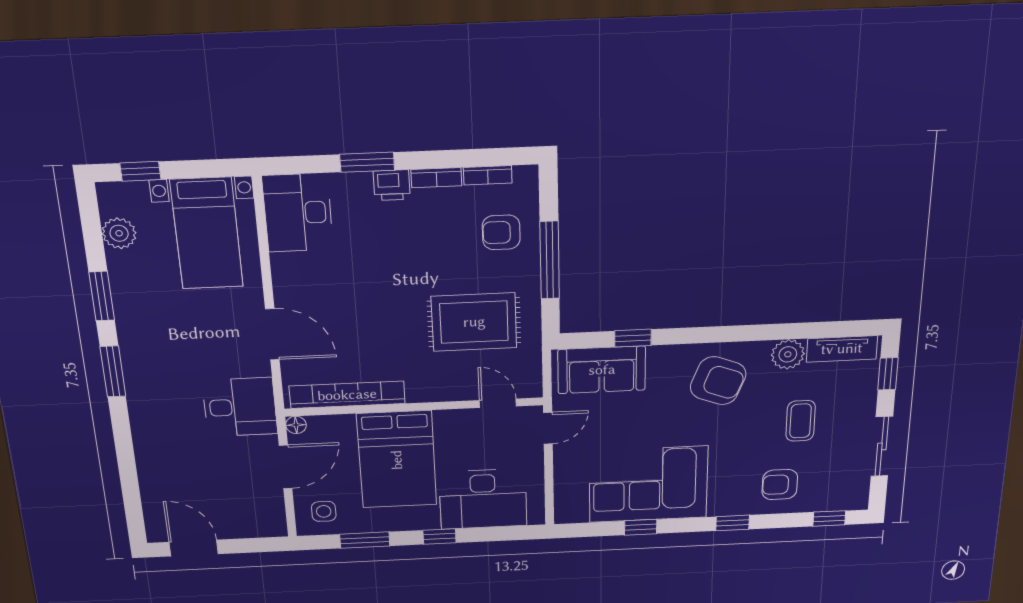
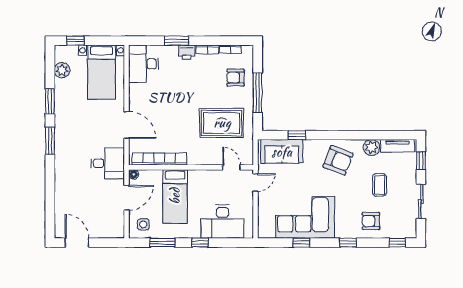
bed: (397, 460) -> (175, 196), width x0.67

